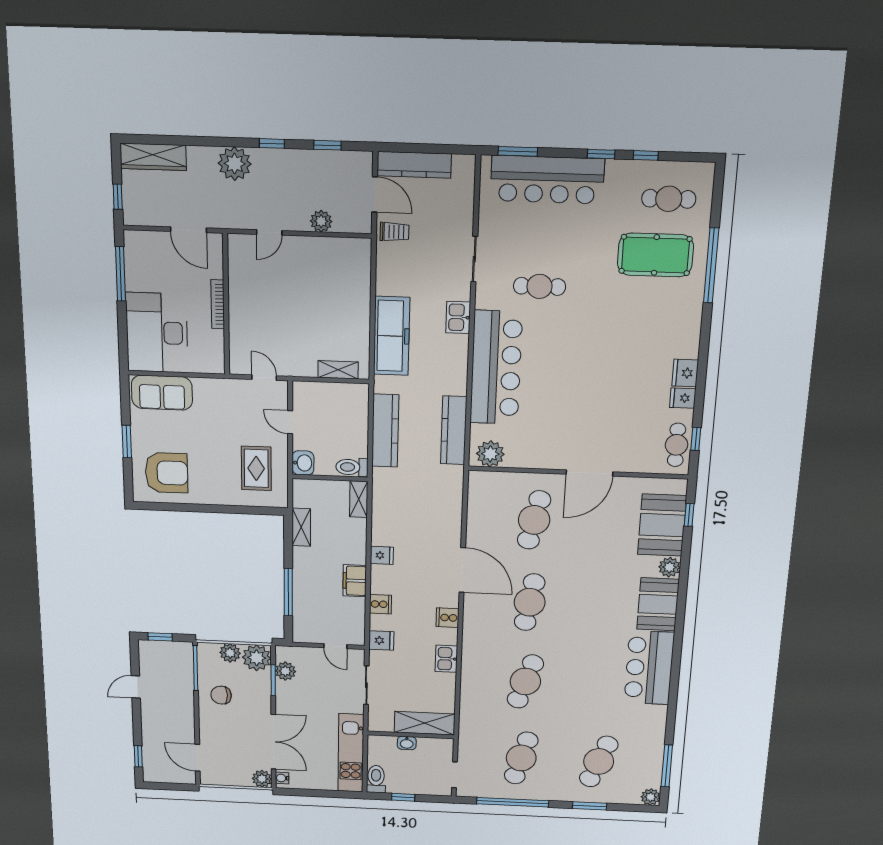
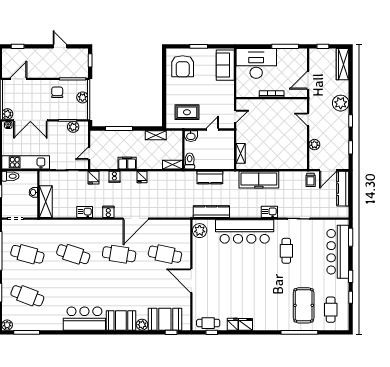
kitchen counter: (385, 431) -> (210, 177), width x0.67
plant: (257, 658) -> (80, 112), removed

